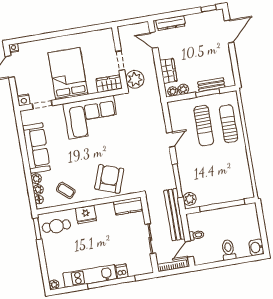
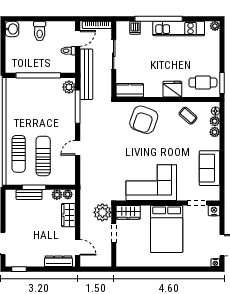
sofa: (36, 148) -> (210, 168), width x0.73
dishwasher: (122, 271) -> (135, 28), moved

